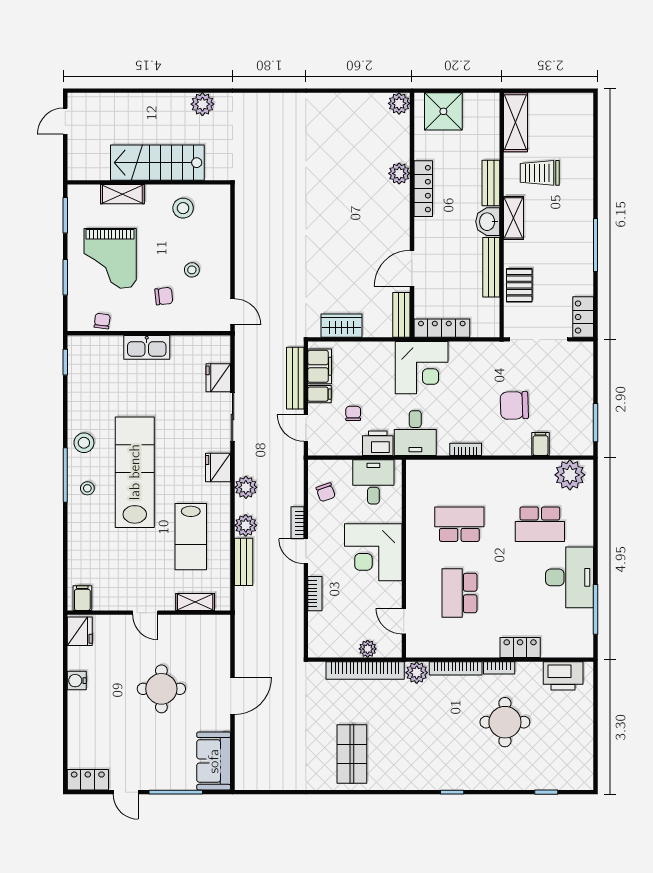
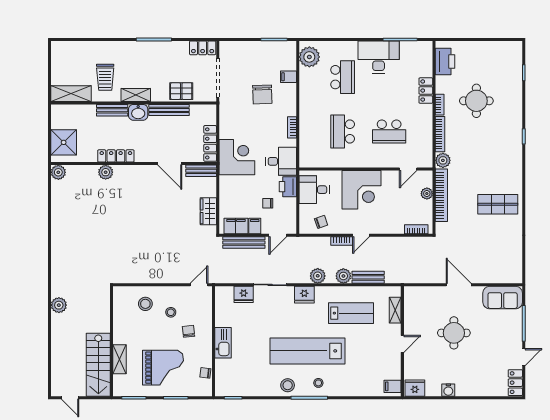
stairs: (157, 163) -> (98, 365), moved
stool: (183, 208) -> (145, 304), moved
bookcase: (315, 594) -> (416, 229), moved

